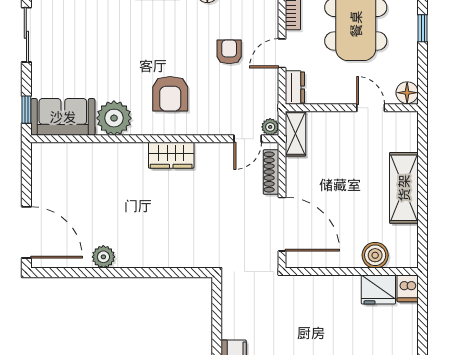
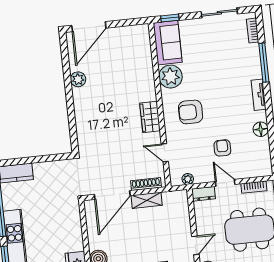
armchair: (229, 52) -> (222, 148), turned -90
plant: (270, 127) -> (188, 179), moved
shelving: (295, 134) -> (147, 200), moved
door: (248, 139) -> (165, 153), moved

